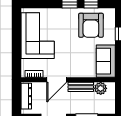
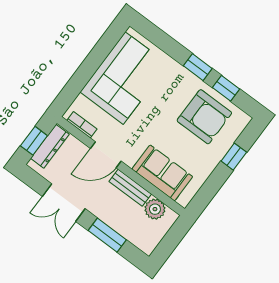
armchair: (91, 25) -> (204, 117), turned -90
sofa: (106, 61) -> (162, 173), moved, turned 90
window: (17, 99) -> (34, 141), added

